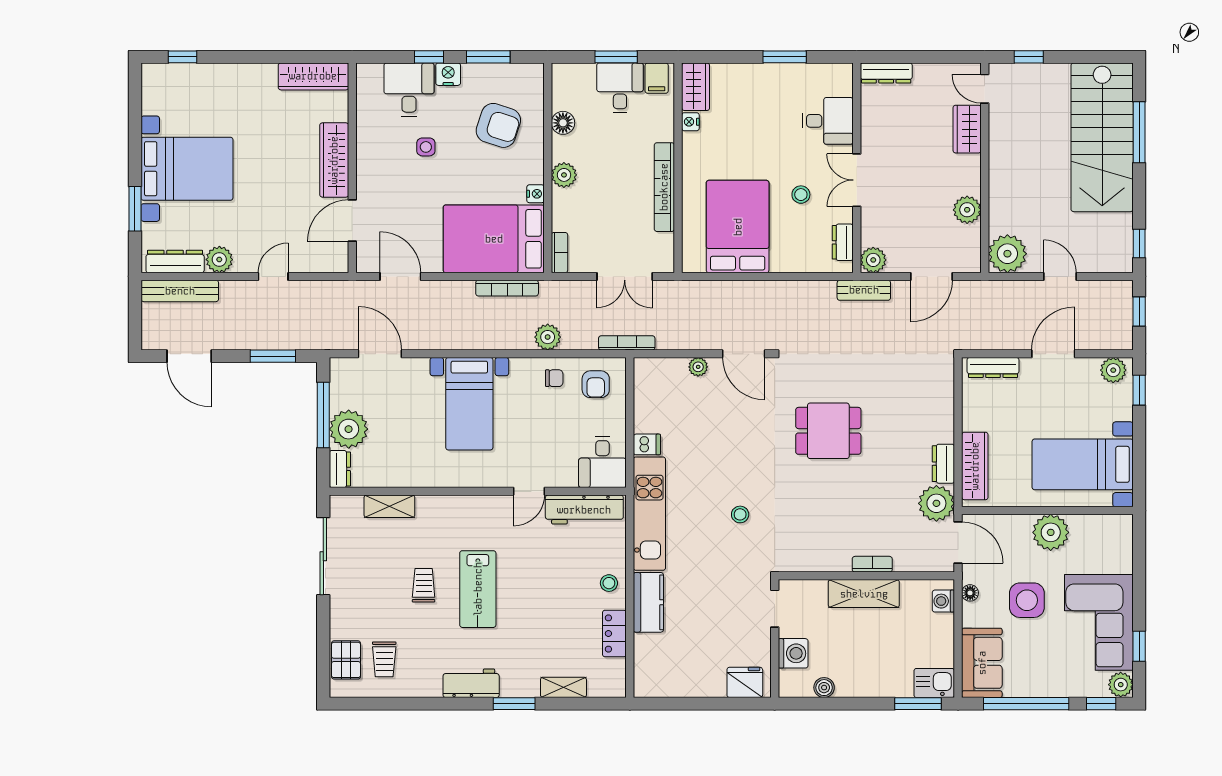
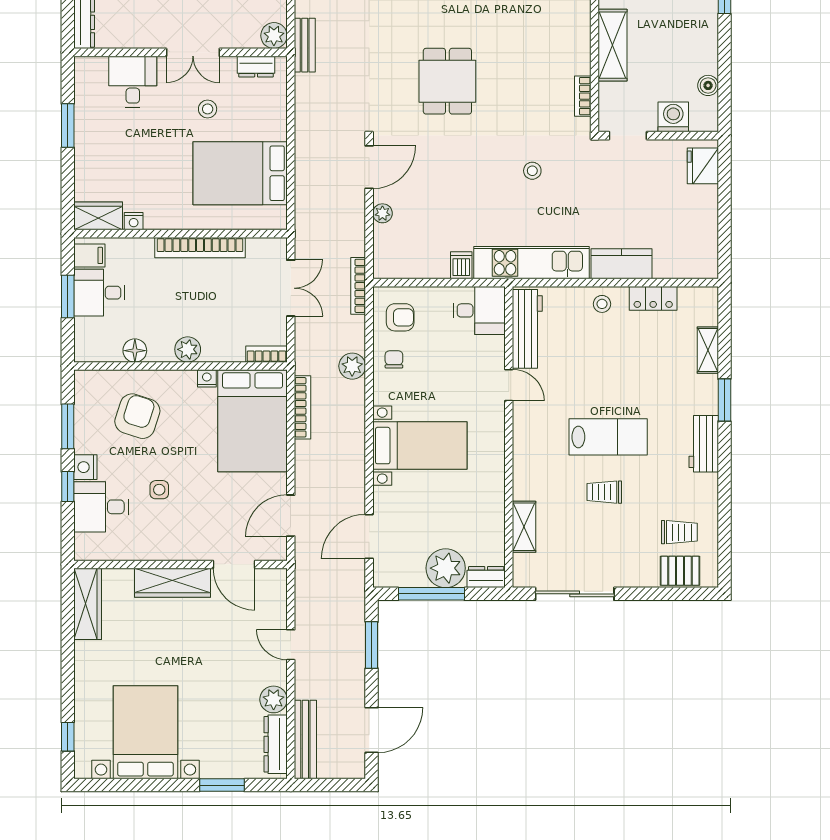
bed with nightstands: (187, 169) -> (145, 732), moved
bookcase: (872, 564) -> (583, 96), moved

